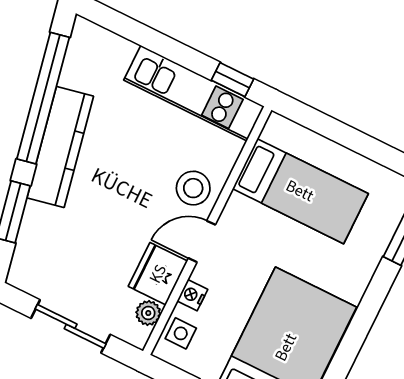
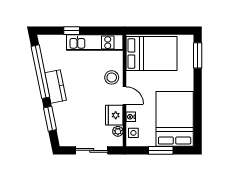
window: (233, 80) -> (72, 31), moved
kitchen counter: (60, 147) -> (56, 86), width x0.67
bed: (300, 191) -> (151, 53), width x1.50
door: (202, 241) -> (125, 95), swing flipped

